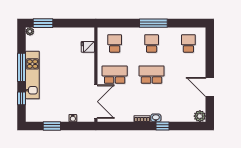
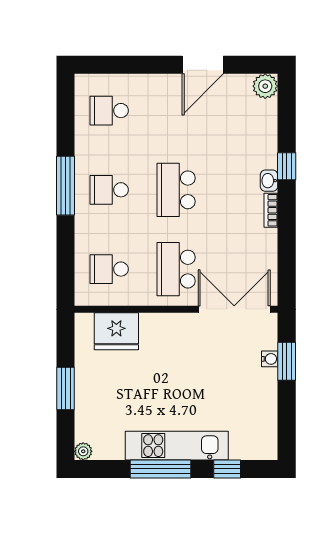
window: (43, 23) -> (66, 388), moved
fridge: (88, 47) -> (116, 331), width x1.88, depth x1.34
window: (52, 126) -> (287, 361), moved

